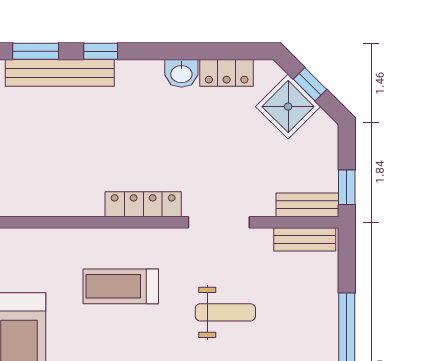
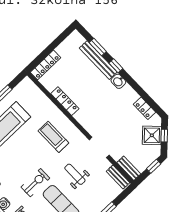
washbasin: (181, 73) -> (118, 81), moved
window: (347, 187) -> (154, 166), moved
locker: (143, 204) -> (65, 101), moved
weight bench: (225, 312) -> (75, 174), turned 180

